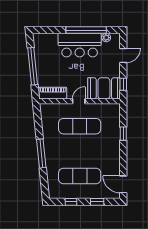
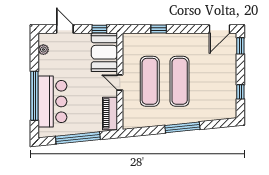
window: (86, 30) -> (34, 96), moved
bar counter: (80, 45) -> (52, 101), moved
exercise mat: (80, 176) -> (180, 81), moved
window: (97, 202) -> (240, 46), moved

